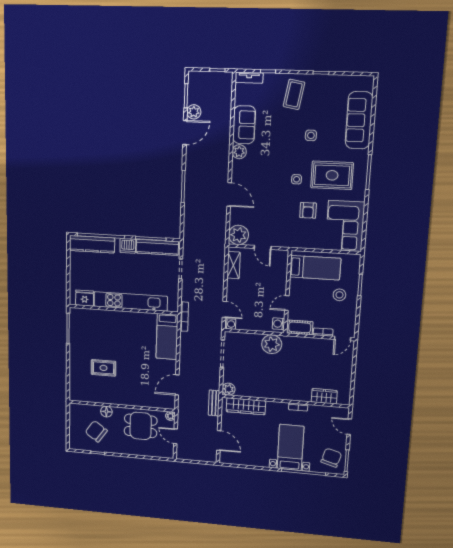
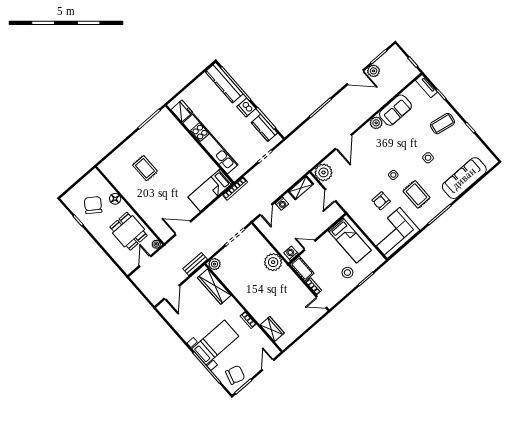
rug: (332, 175) -> (417, 194), width x0.73, depth x0.70
kitchen counter: (157, 247) -> (264, 128), width x0.67
washing machine: (230, 324) -> (282, 204), moved

